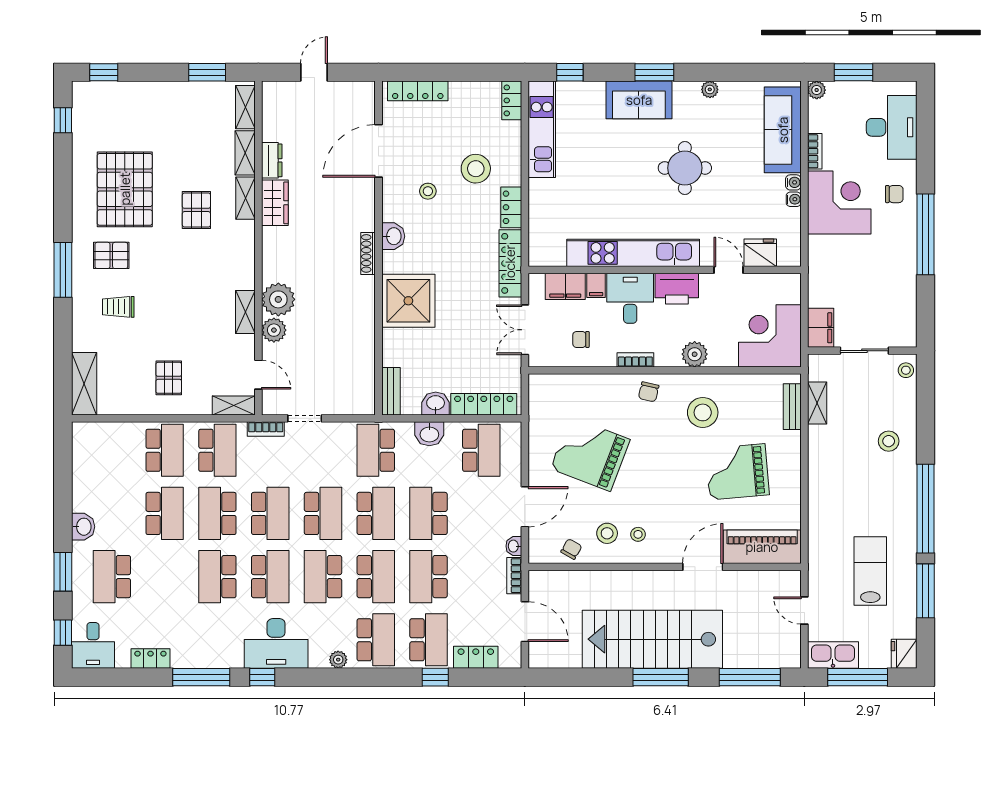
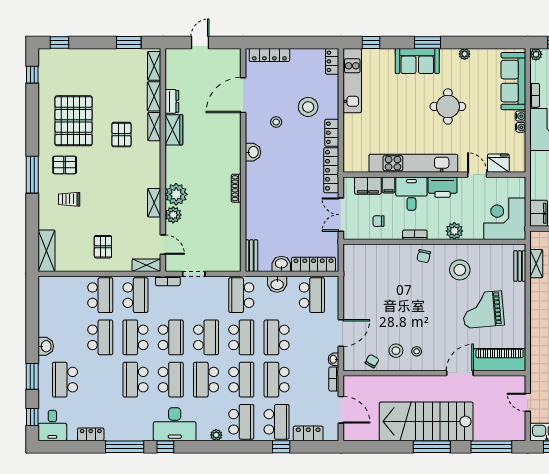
shoe rack: (368, 253) -> (236, 188), moved
shower: (408, 301) -> (263, 195), removed
grand piano: (590, 454) -> (385, 298), removed

